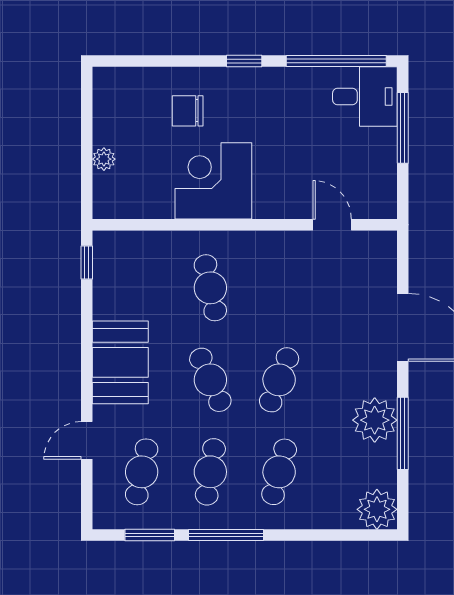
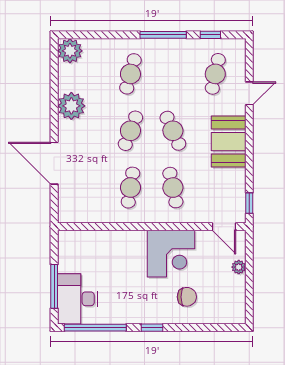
desk: (365, 96) -> (77, 299), width x1.37
door: (332, 225) -> (224, 227), moved
window: (403, 433) -> (54, 98), removed
cafe table: (210, 472) -> (130, 188), moved
window: (150, 535) -> (210, 35), width x0.67

